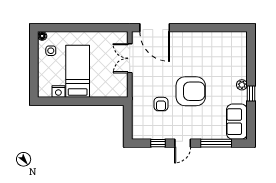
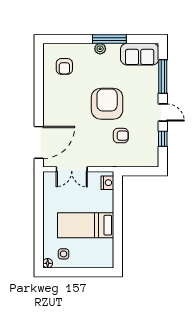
armchair: (225, 52) -> (64, 66), added
nightstand: (58, 92) -> (107, 183), moved
window: (251, 93) -> (109, 39), width x2.17

